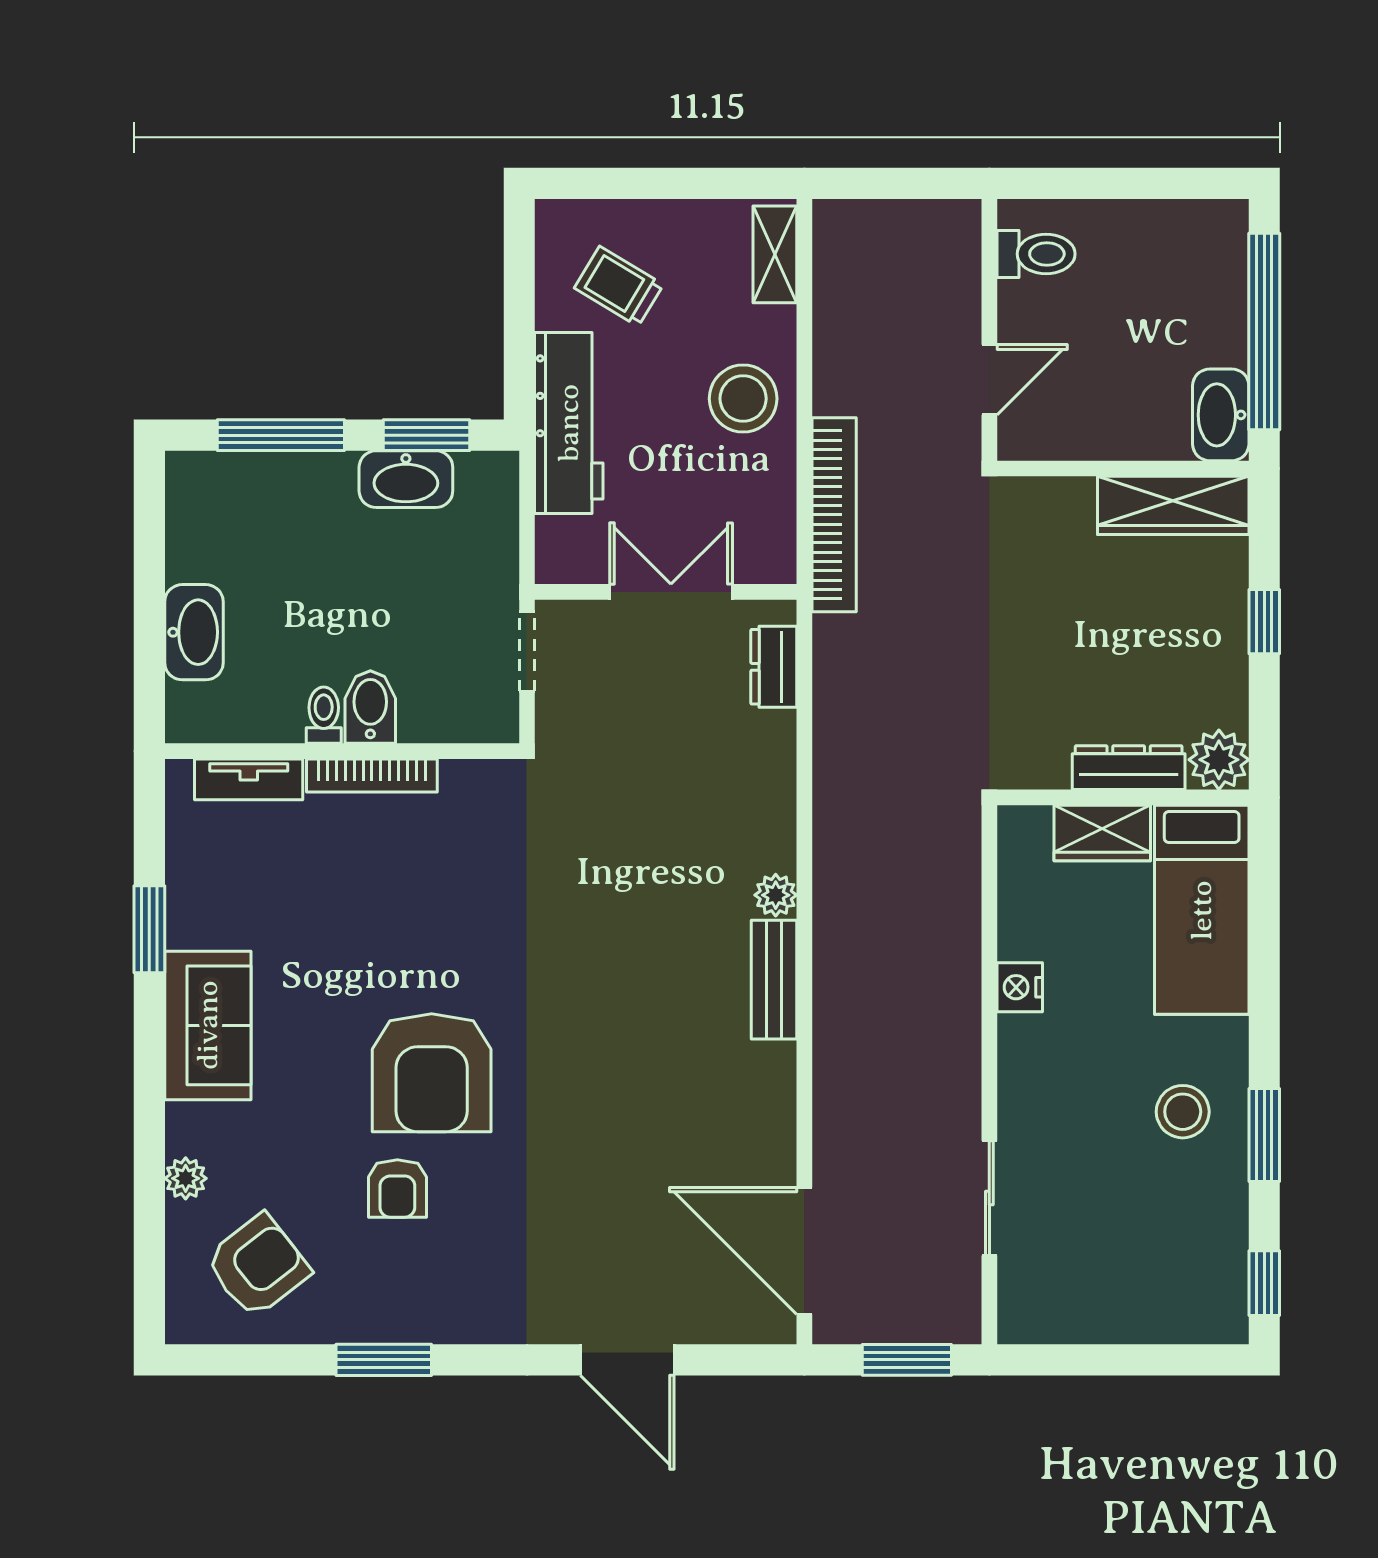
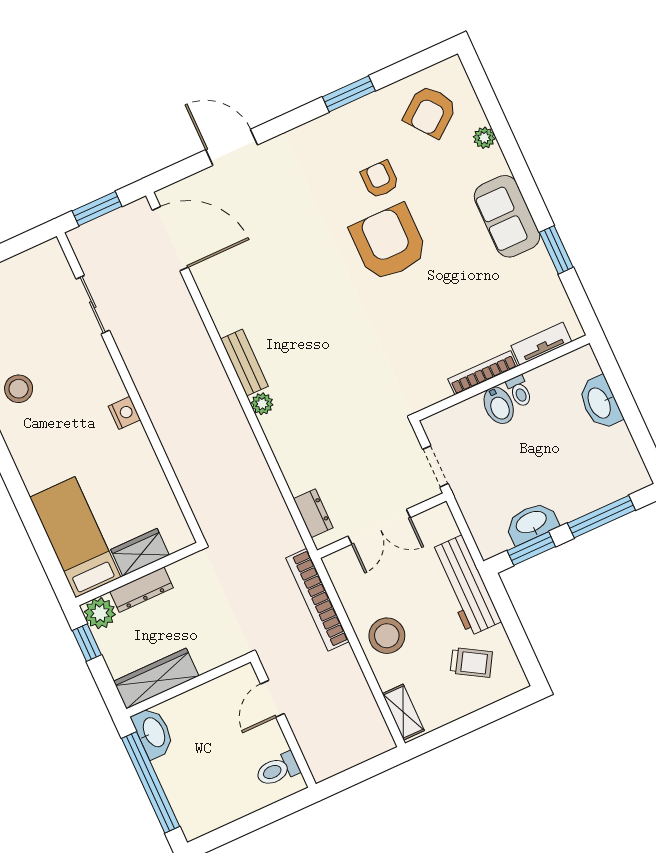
plant: (1219, 760) -> (100, 613), moved
dresser: (1129, 768) -> (142, 590), moved
wall: (1123, 797) -> (138, 574), moved
wardrobe: (1102, 833) -> (140, 552), moved
bed: (1202, 910) -> (75, 537), moved

